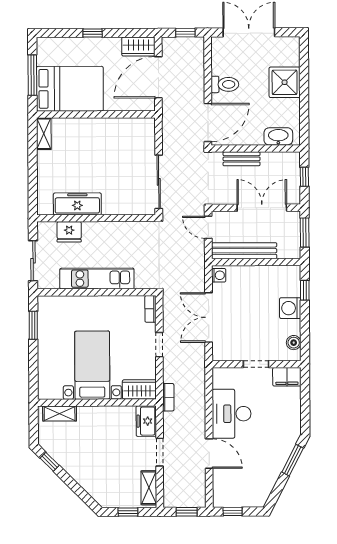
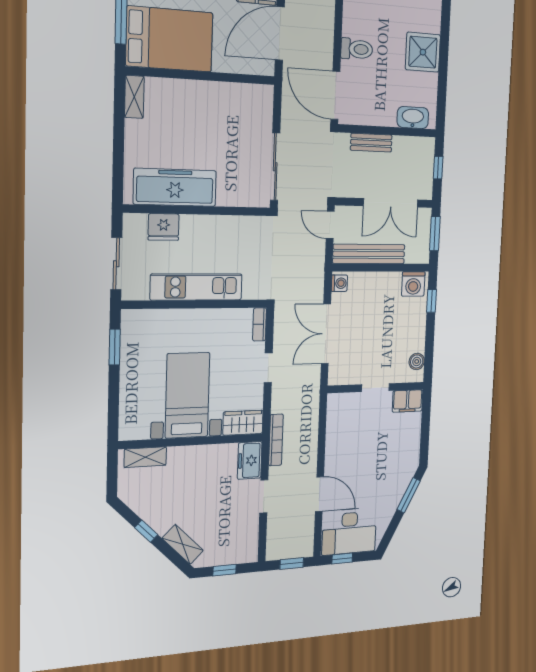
door: (208, 123) -> (335, 95), swing flipped
freezer: (77, 204) -> (175, 187), width x1.36, depth x1.26
double door: (262, 208) -> (391, 203), swing flipped
washing machine: (290, 308) -> (413, 284), moved, turned -90
bookcase: (168, 397) -> (276, 440), width x1.56
desk: (232, 414) -> (349, 531), moved, turned -90
window: (50, 462) -> (146, 531), moved
shelving: (149, 488) -> (183, 544), moved, turned -45

